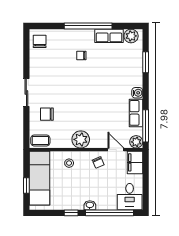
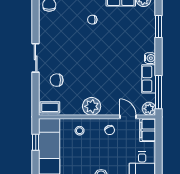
window: (26, 185) -> (36, 142), moved

